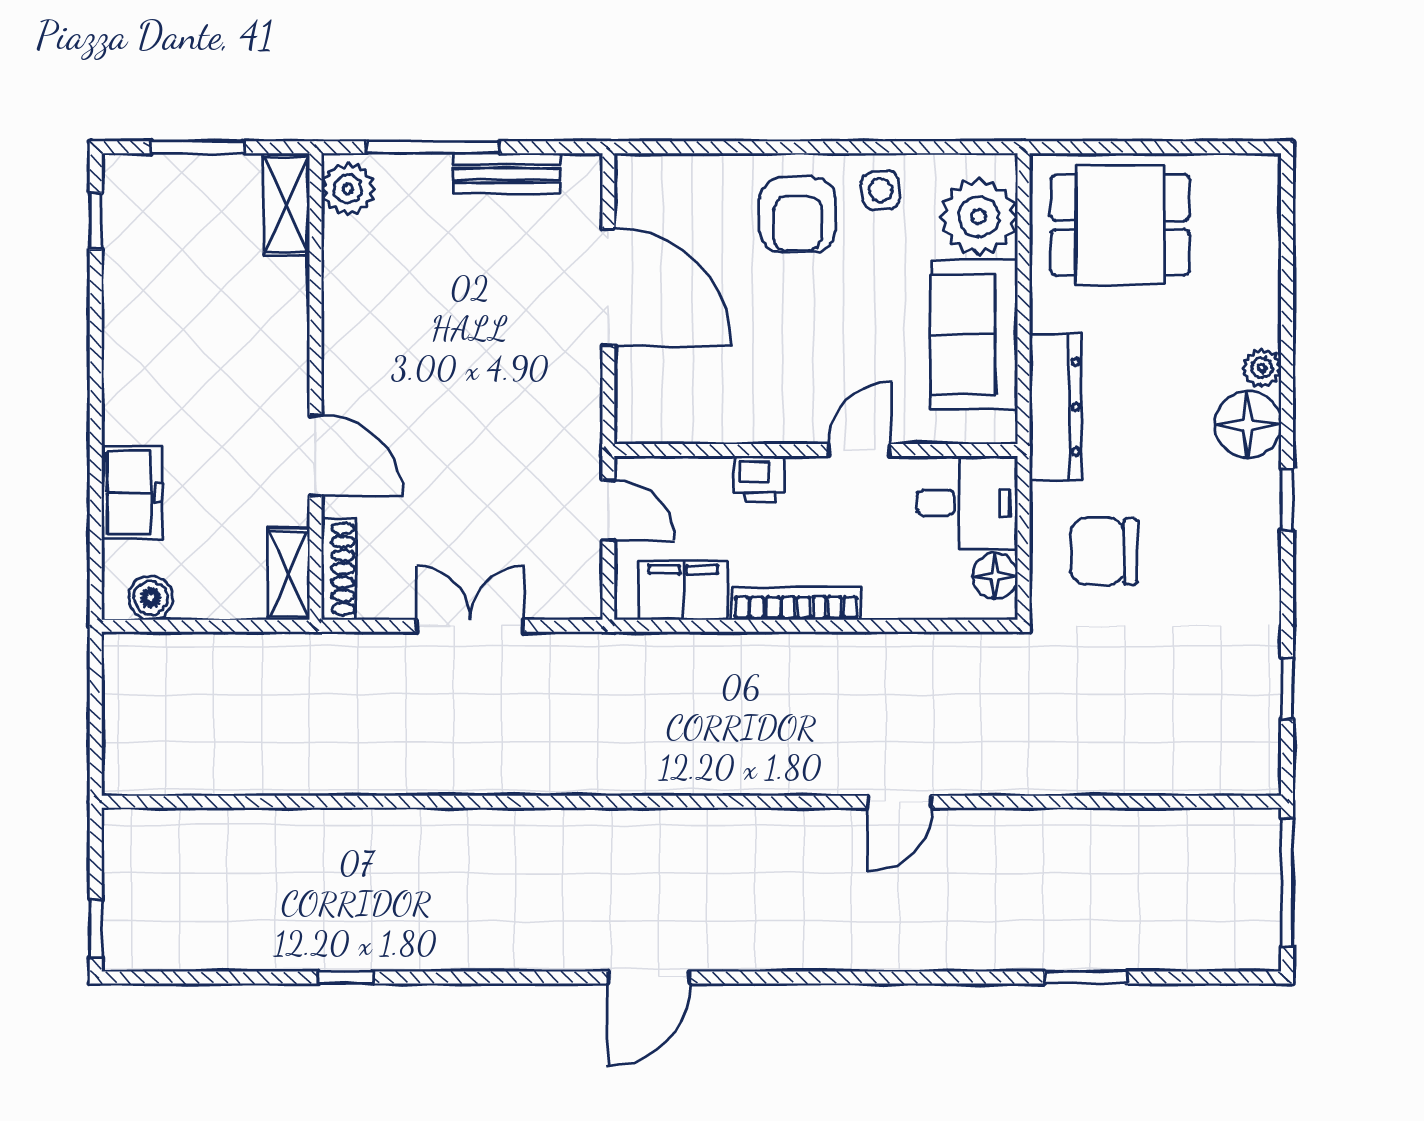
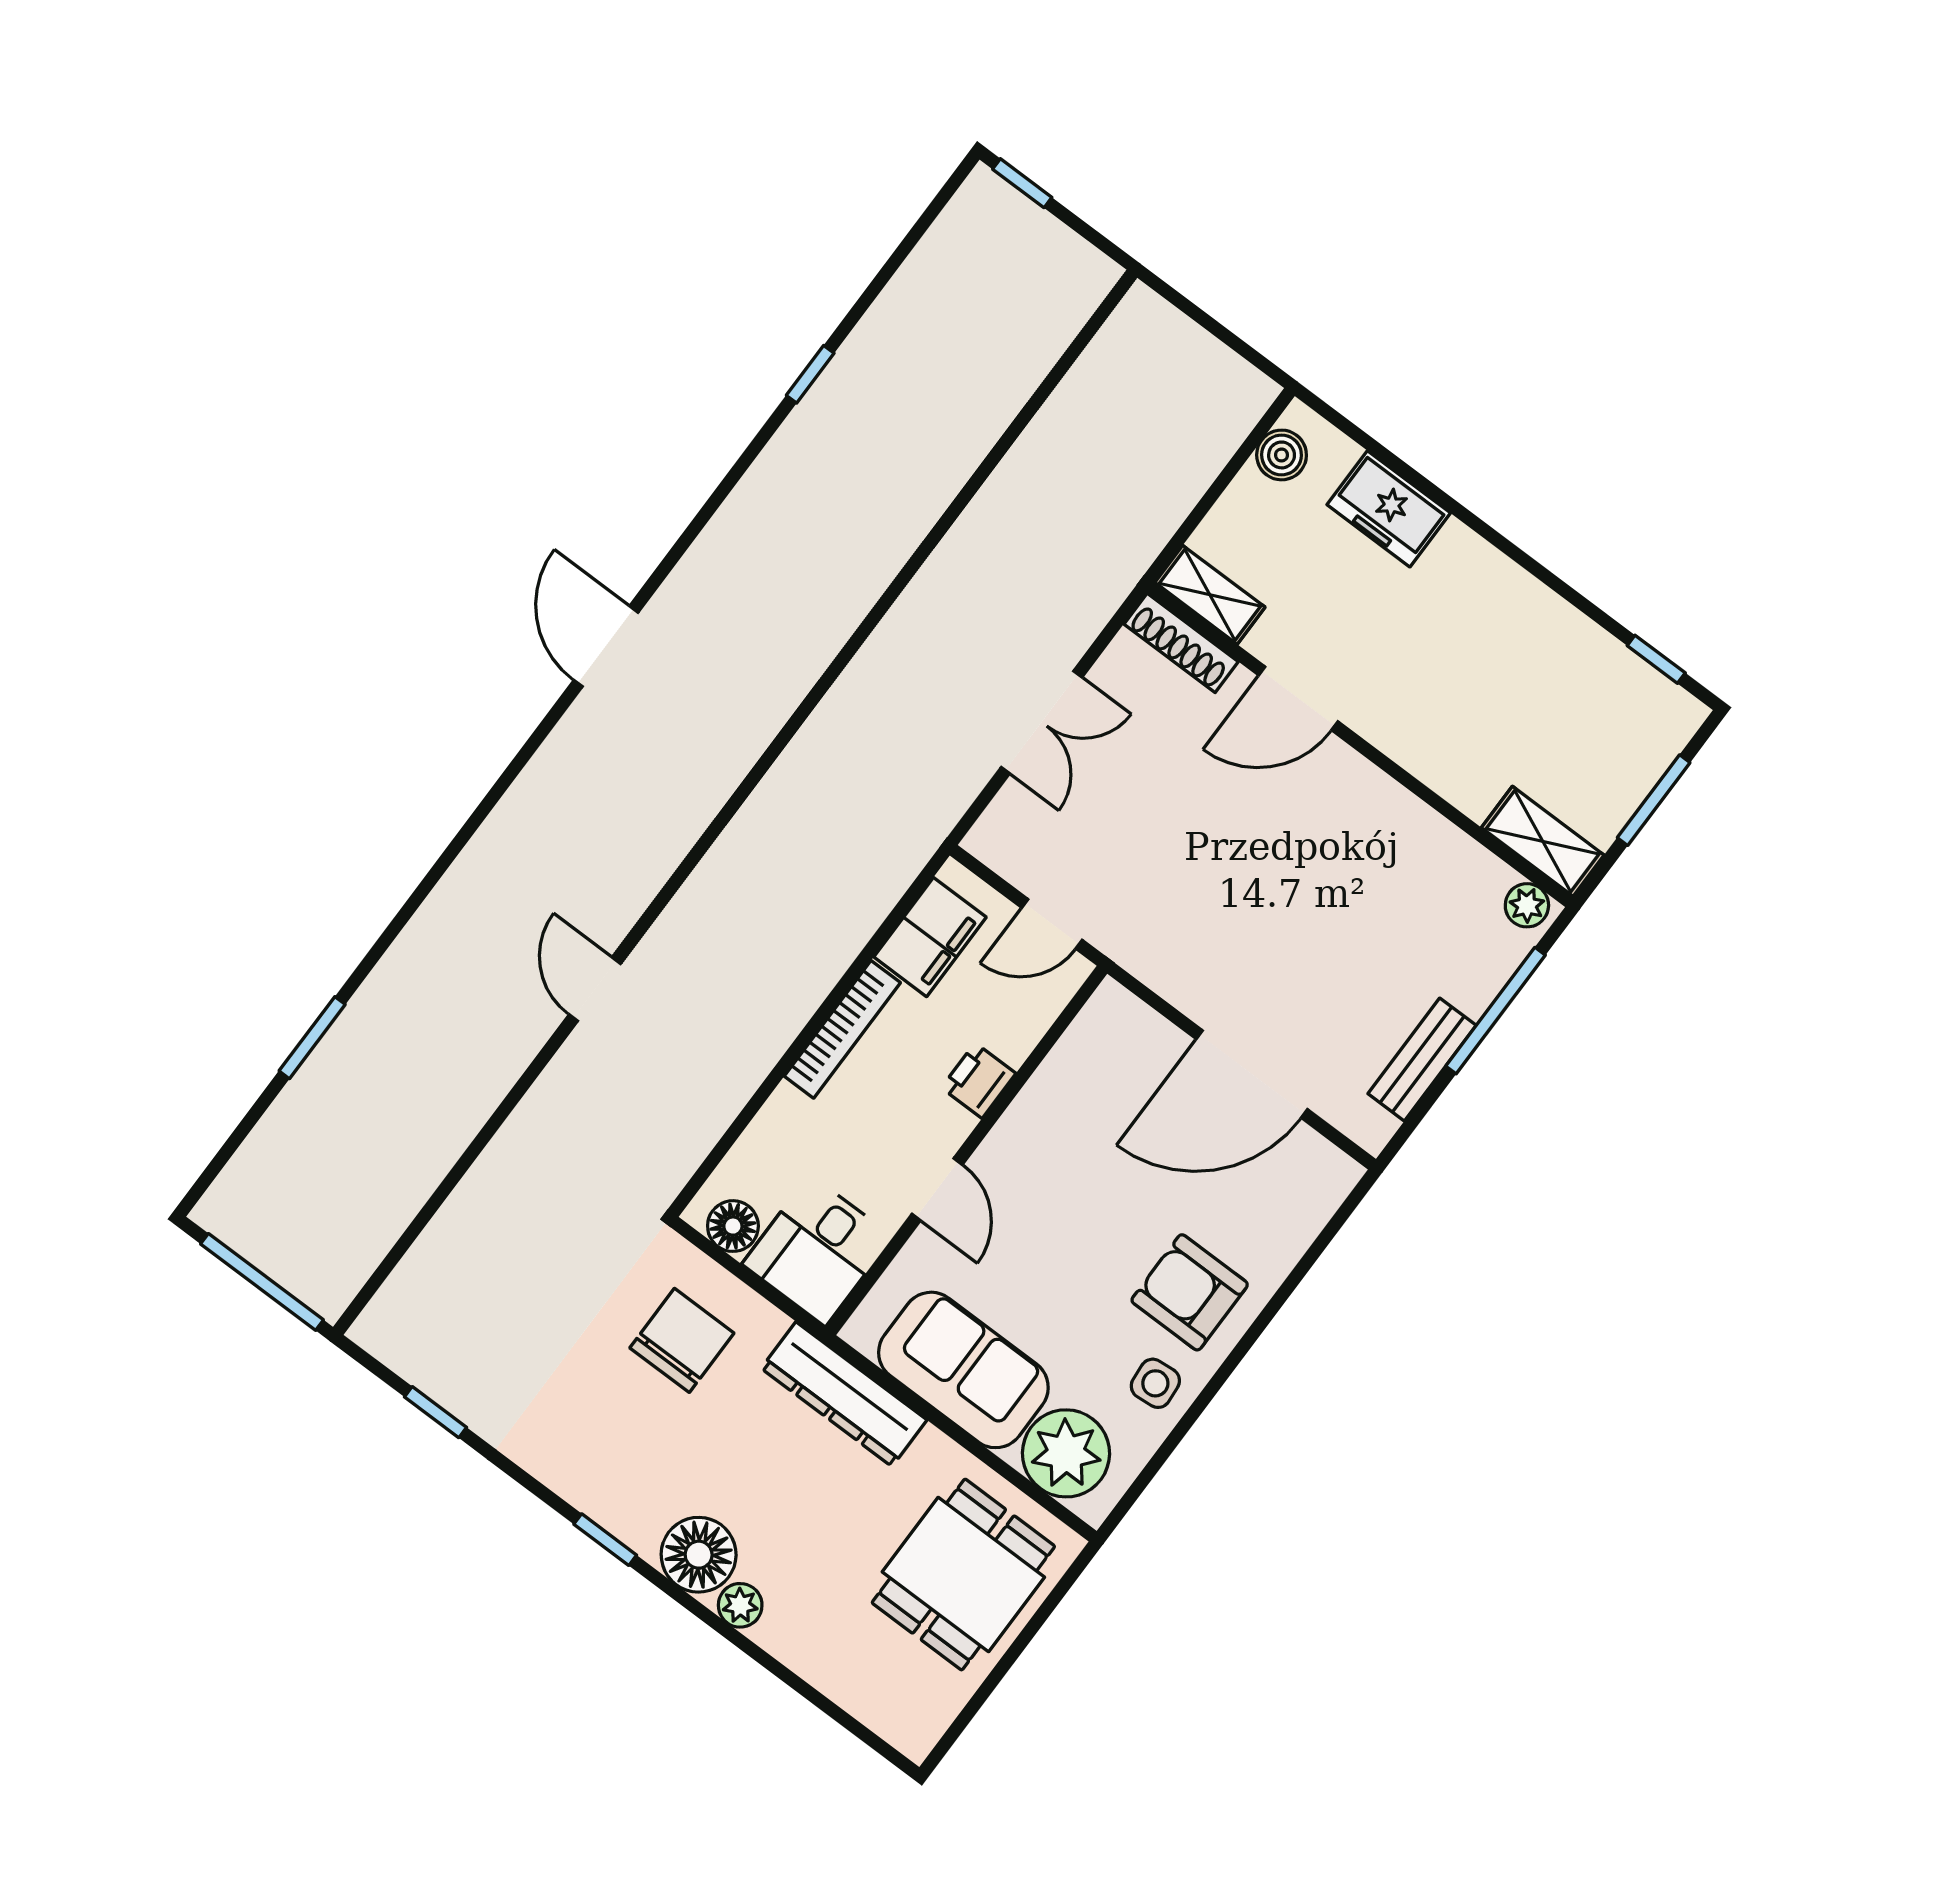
plant: (348, 189) -> (1527, 905), width x0.73, depth x0.73

